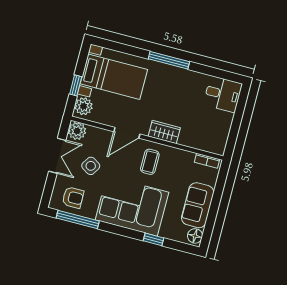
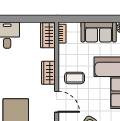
wardrobe: (210, 143) -> (48, 35), added

